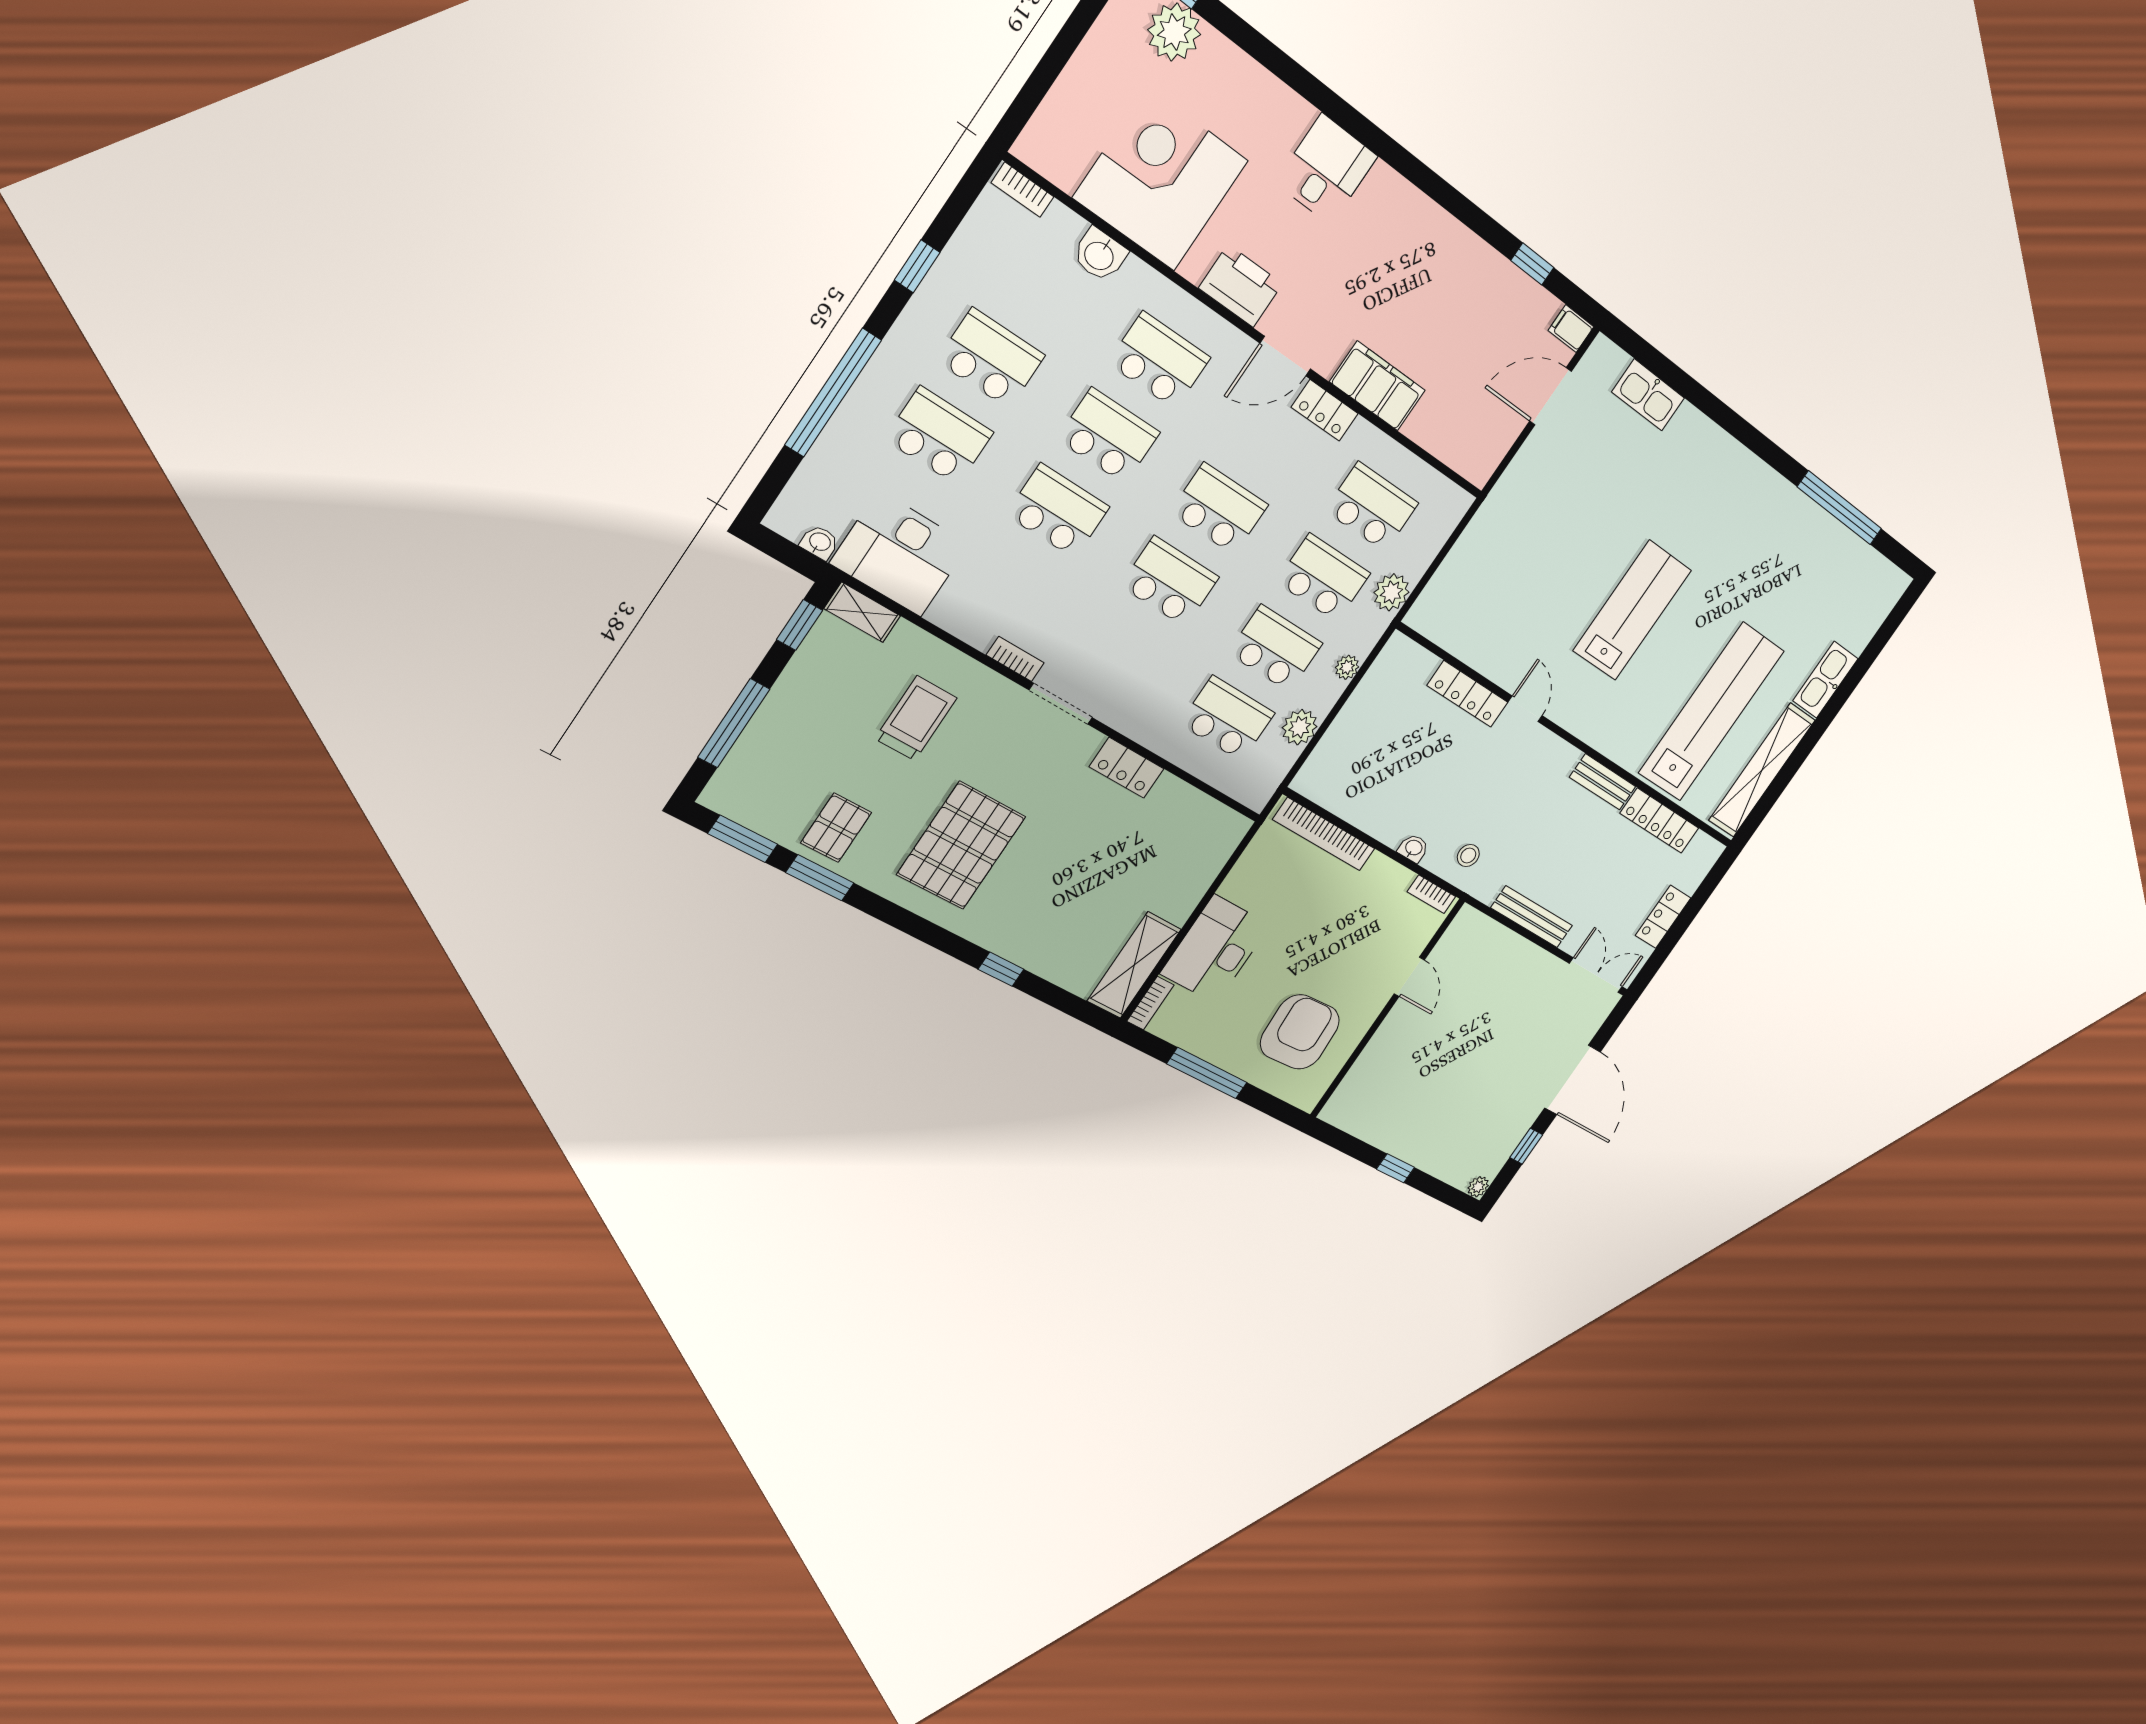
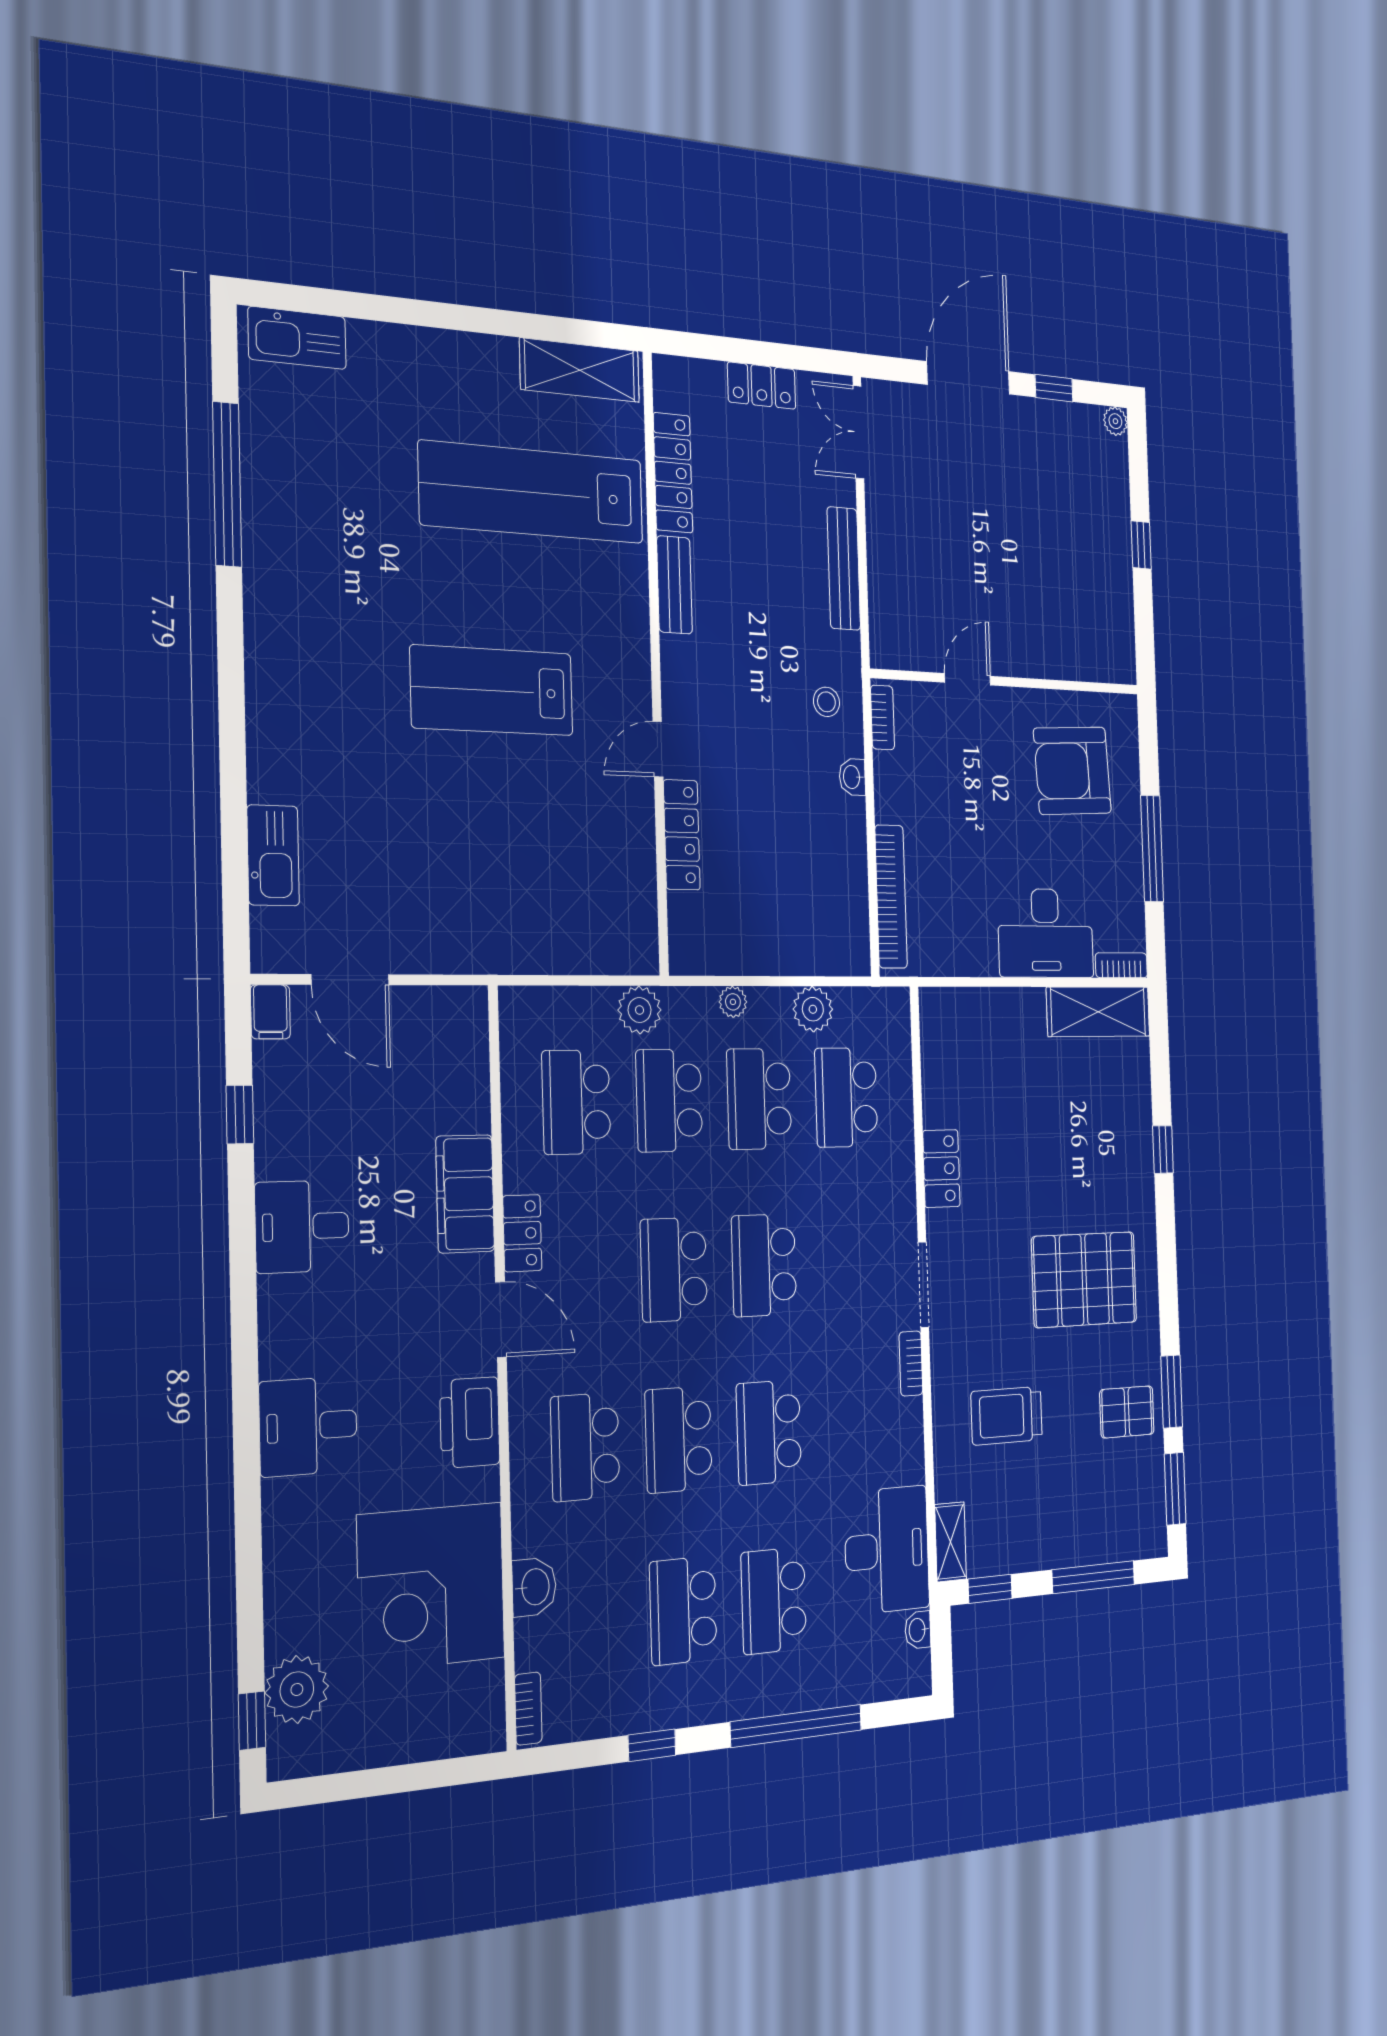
desk: (1442, 257) -> (302, 1226), added
kitchen sink: (1825, 680) -> (297, 338), moved
shelving: (1762, 770) -> (580, 370), width x0.68

